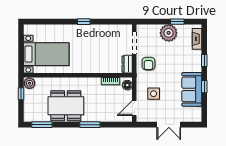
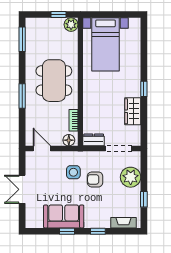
wardrobe: (103, 31) -> (133, 111), added
plant: (169, 33) -> (131, 177), moved
armchair: (148, 64) -> (95, 179), moved
side table: (154, 94) -> (73, 172), moved
dining table: (66, 106) -> (54, 81), moved

